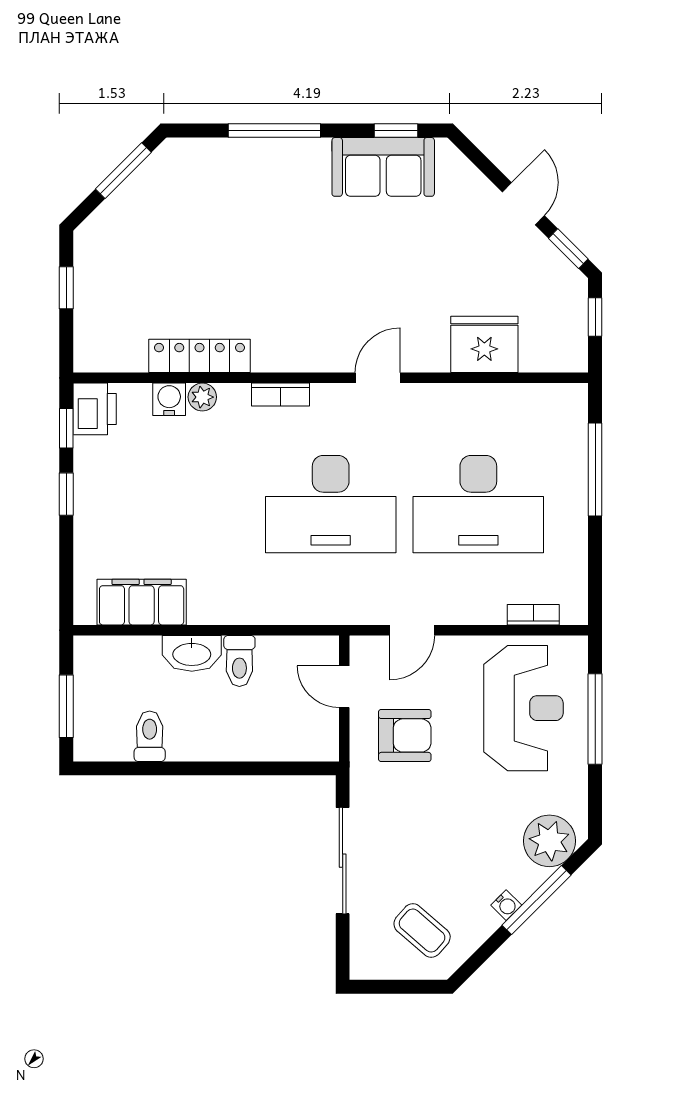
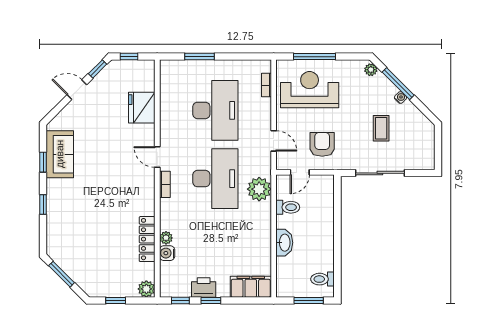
window: (274, 131) -> (43, 205), width x0.46
window: (396, 131) -> (43, 162), moved
plant: (91, 354) -> (146, 289), added
bookcase: (281, 395) -> (165, 184), moved
printer: (95, 409) -> (204, 287), moved
window: (595, 470) -> (199, 57), width x0.69
plant: (308, 599) -> (259, 189), added
filing cabinet: (142, 602) -> (251, 287), moved, turned 90
toilet: (239, 661) -> (288, 207), moved
toilet: (150, 736) -> (323, 279), moved
plant: (549, 841) -> (371, 70), width x0.53, depth x0.53
coffee table: (422, 930) -> (381, 128), moved, turned -41

